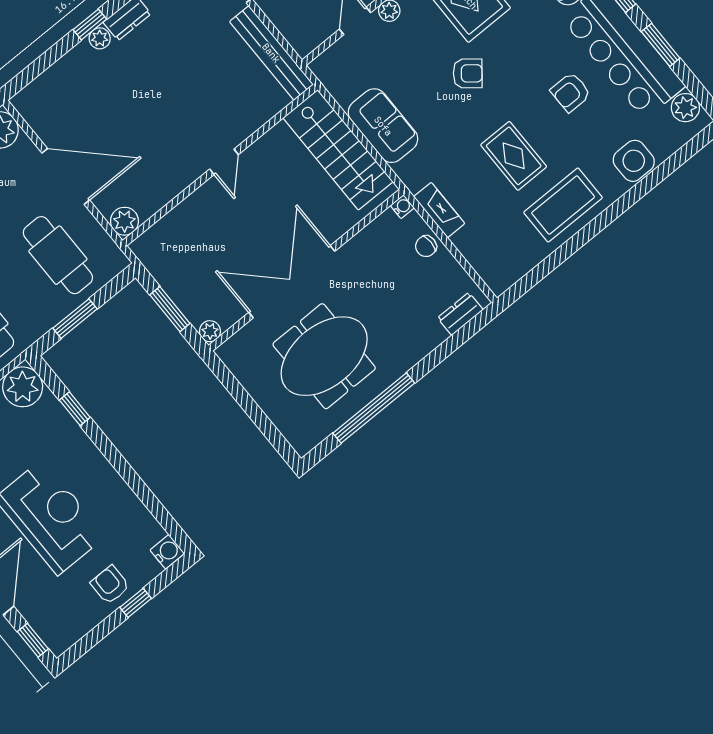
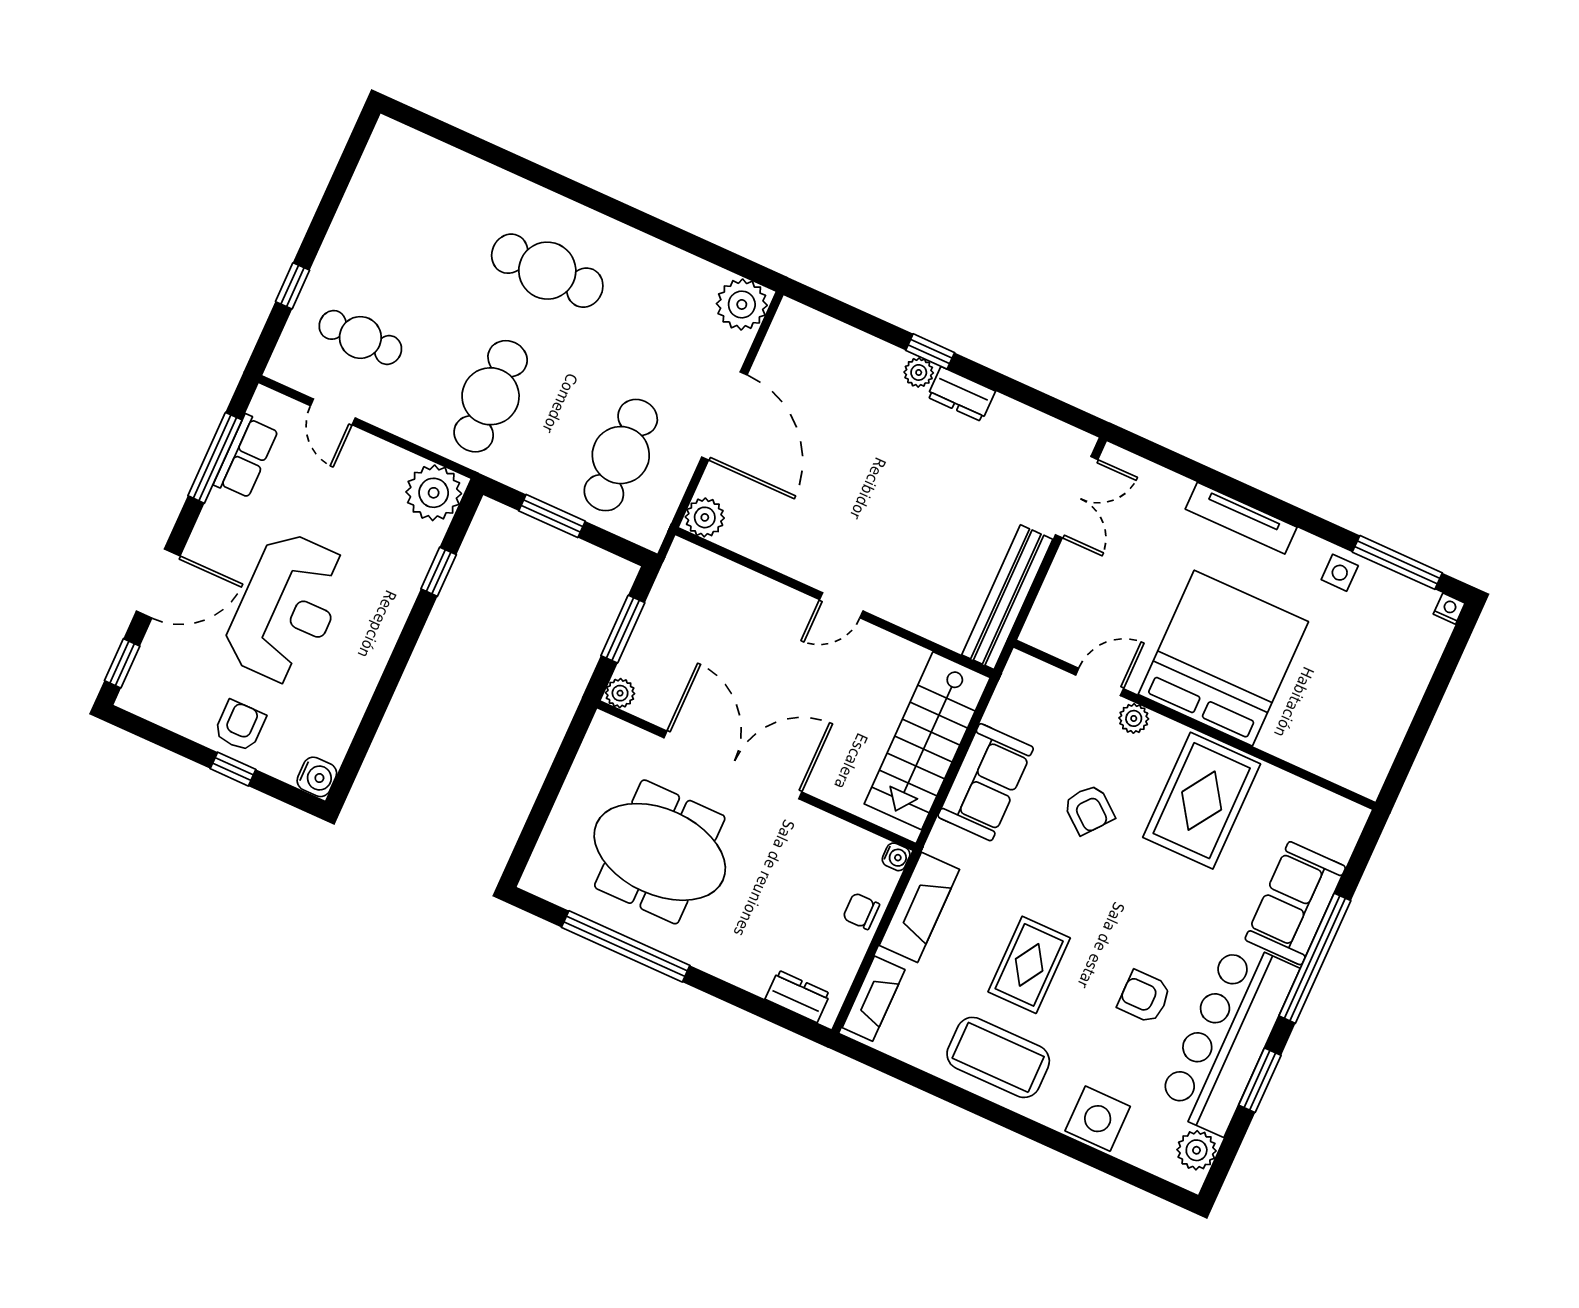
armchair: (468, 73) -> (1089, 809), moved
fireplace: (439, 210) -> (919, 907), width x1.37, depth x1.32
fireplace: (486, 266) -> (874, 999), added

